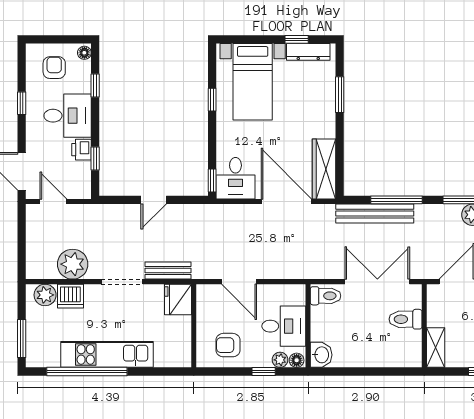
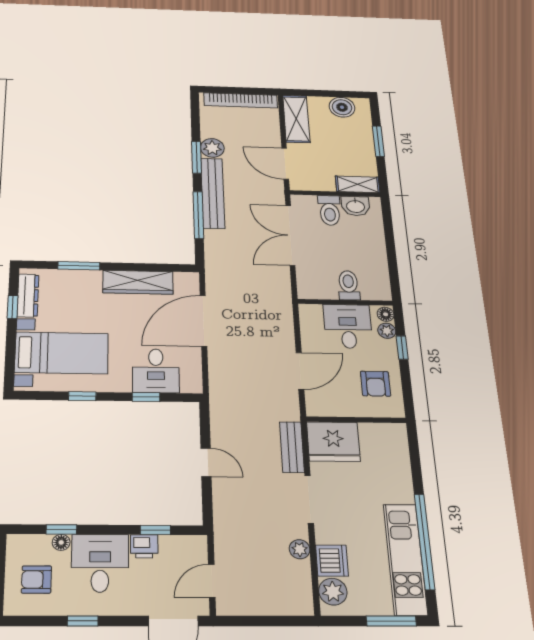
floor lamp: (84, 53) -> (61, 542), moved
wardrobe: (324, 169) -> (138, 282), moved
desk: (235, 178) -> (156, 371), moved, turned 90
window: (212, 180) -> (146, 397), moved
bench: (375, 214) -> (213, 193), moved
plant: (73, 264) -> (300, 549), width x0.53, depth x0.53
toilet: (326, 296) -> (349, 285), moved
fridge: (178, 299) -> (333, 442), width x1.36, depth x1.34
kitchen unit: (107, 354) -> (405, 559), moved
washbasin: (321, 355) -> (355, 206), moved, turned 180

